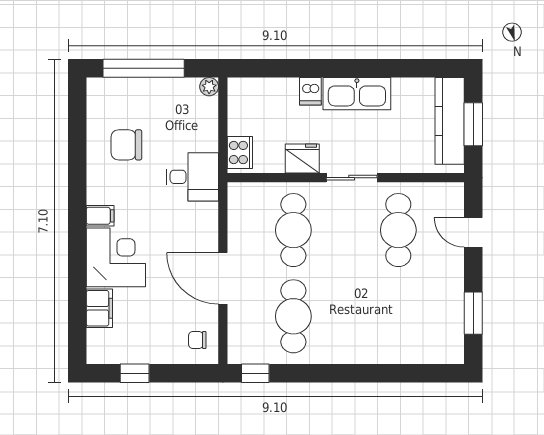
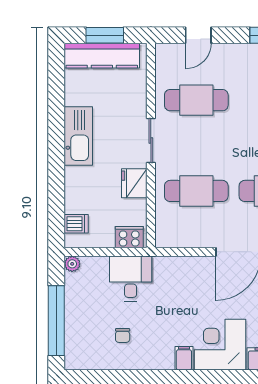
dishwasher: (310, 91) -> (76, 224), moved
chair: (126, 145) -> (123, 335), width x0.54, depth x0.54
desk: (192, 177) -> (131, 278), moved

